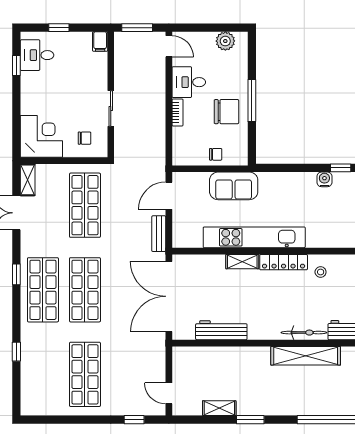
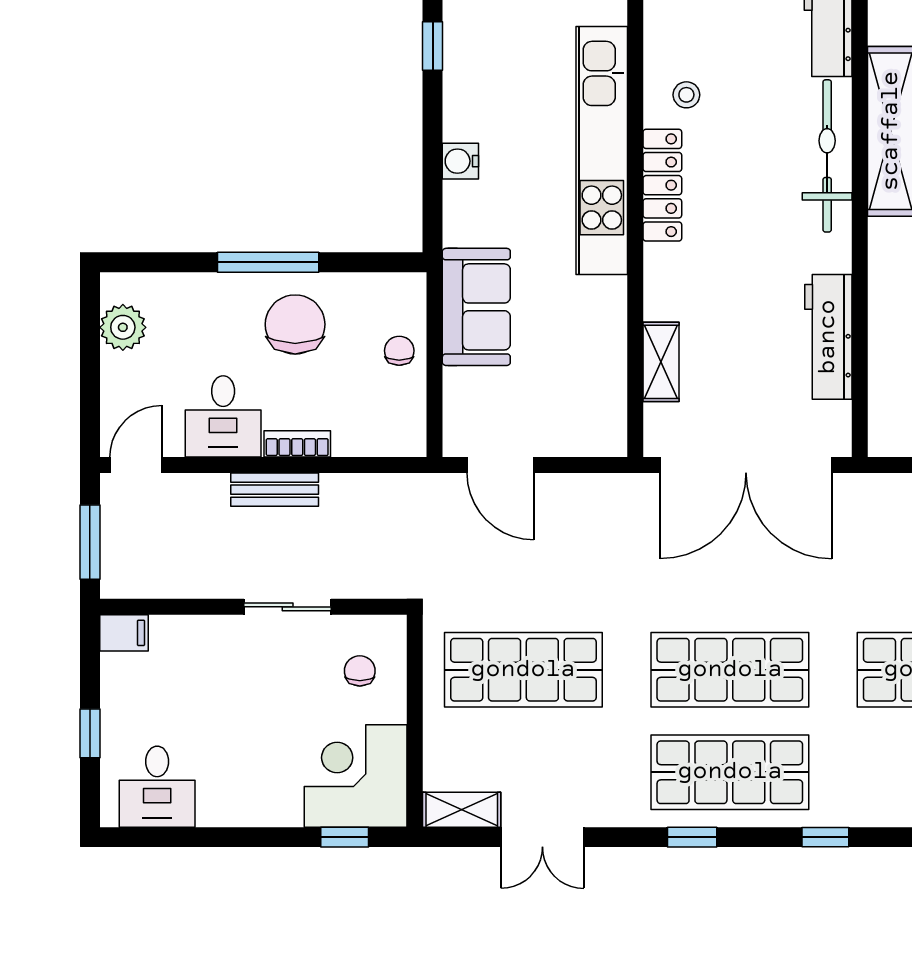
window: (16, 65) -> (345, 837), moved
water cooler: (324, 179) -> (460, 161), moved
bench: (159, 234) -> (275, 490), moved
kitchen unit: (254, 237) -> (602, 150), moved
shelving: (242, 262) -> (661, 362), moved
bicycle: (304, 333) -> (827, 156), width x1.37, depth x1.40
window: (16, 352) -> (825, 837), moved

